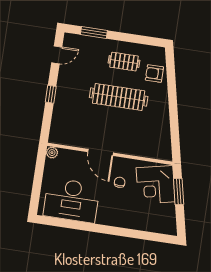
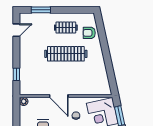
window: (51, 94) -> (16, 74), moved

